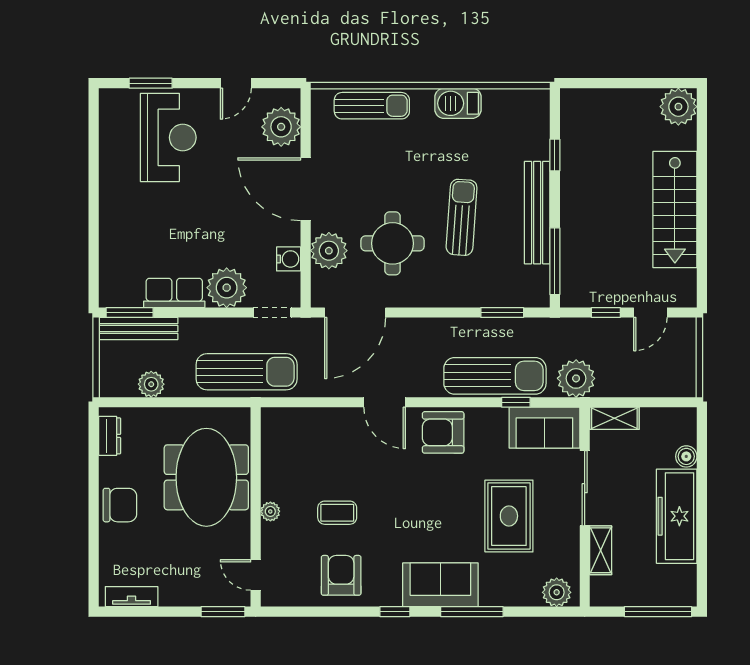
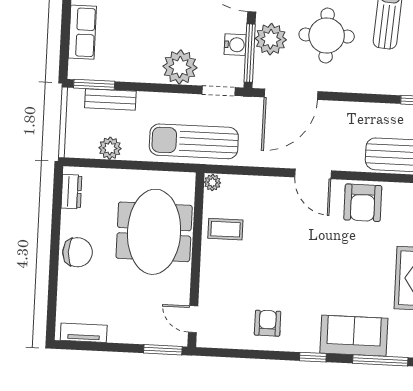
window: (306, 268) -> (250, 53), added
row of seats: (174, 293) -> (82, 32), moved, turned 90
bench: (138, 329) -> (110, 99), width x0.73
sun lounger: (247, 372) -> (194, 141), turned 180
armchair: (443, 432) -> (363, 203), turned -90
plant: (270, 511) -> (212, 182), moved
coffee table: (337, 513) -> (225, 229), moved
armchair: (341, 575) -> (268, 323), width x0.72, depth x0.72

